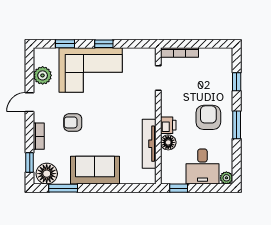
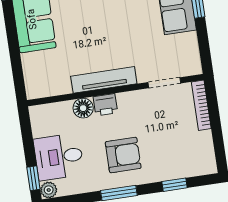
tv unit: (149, 144) -> (104, 80), moved
window: (179, 188) -> (33, 178), moved

